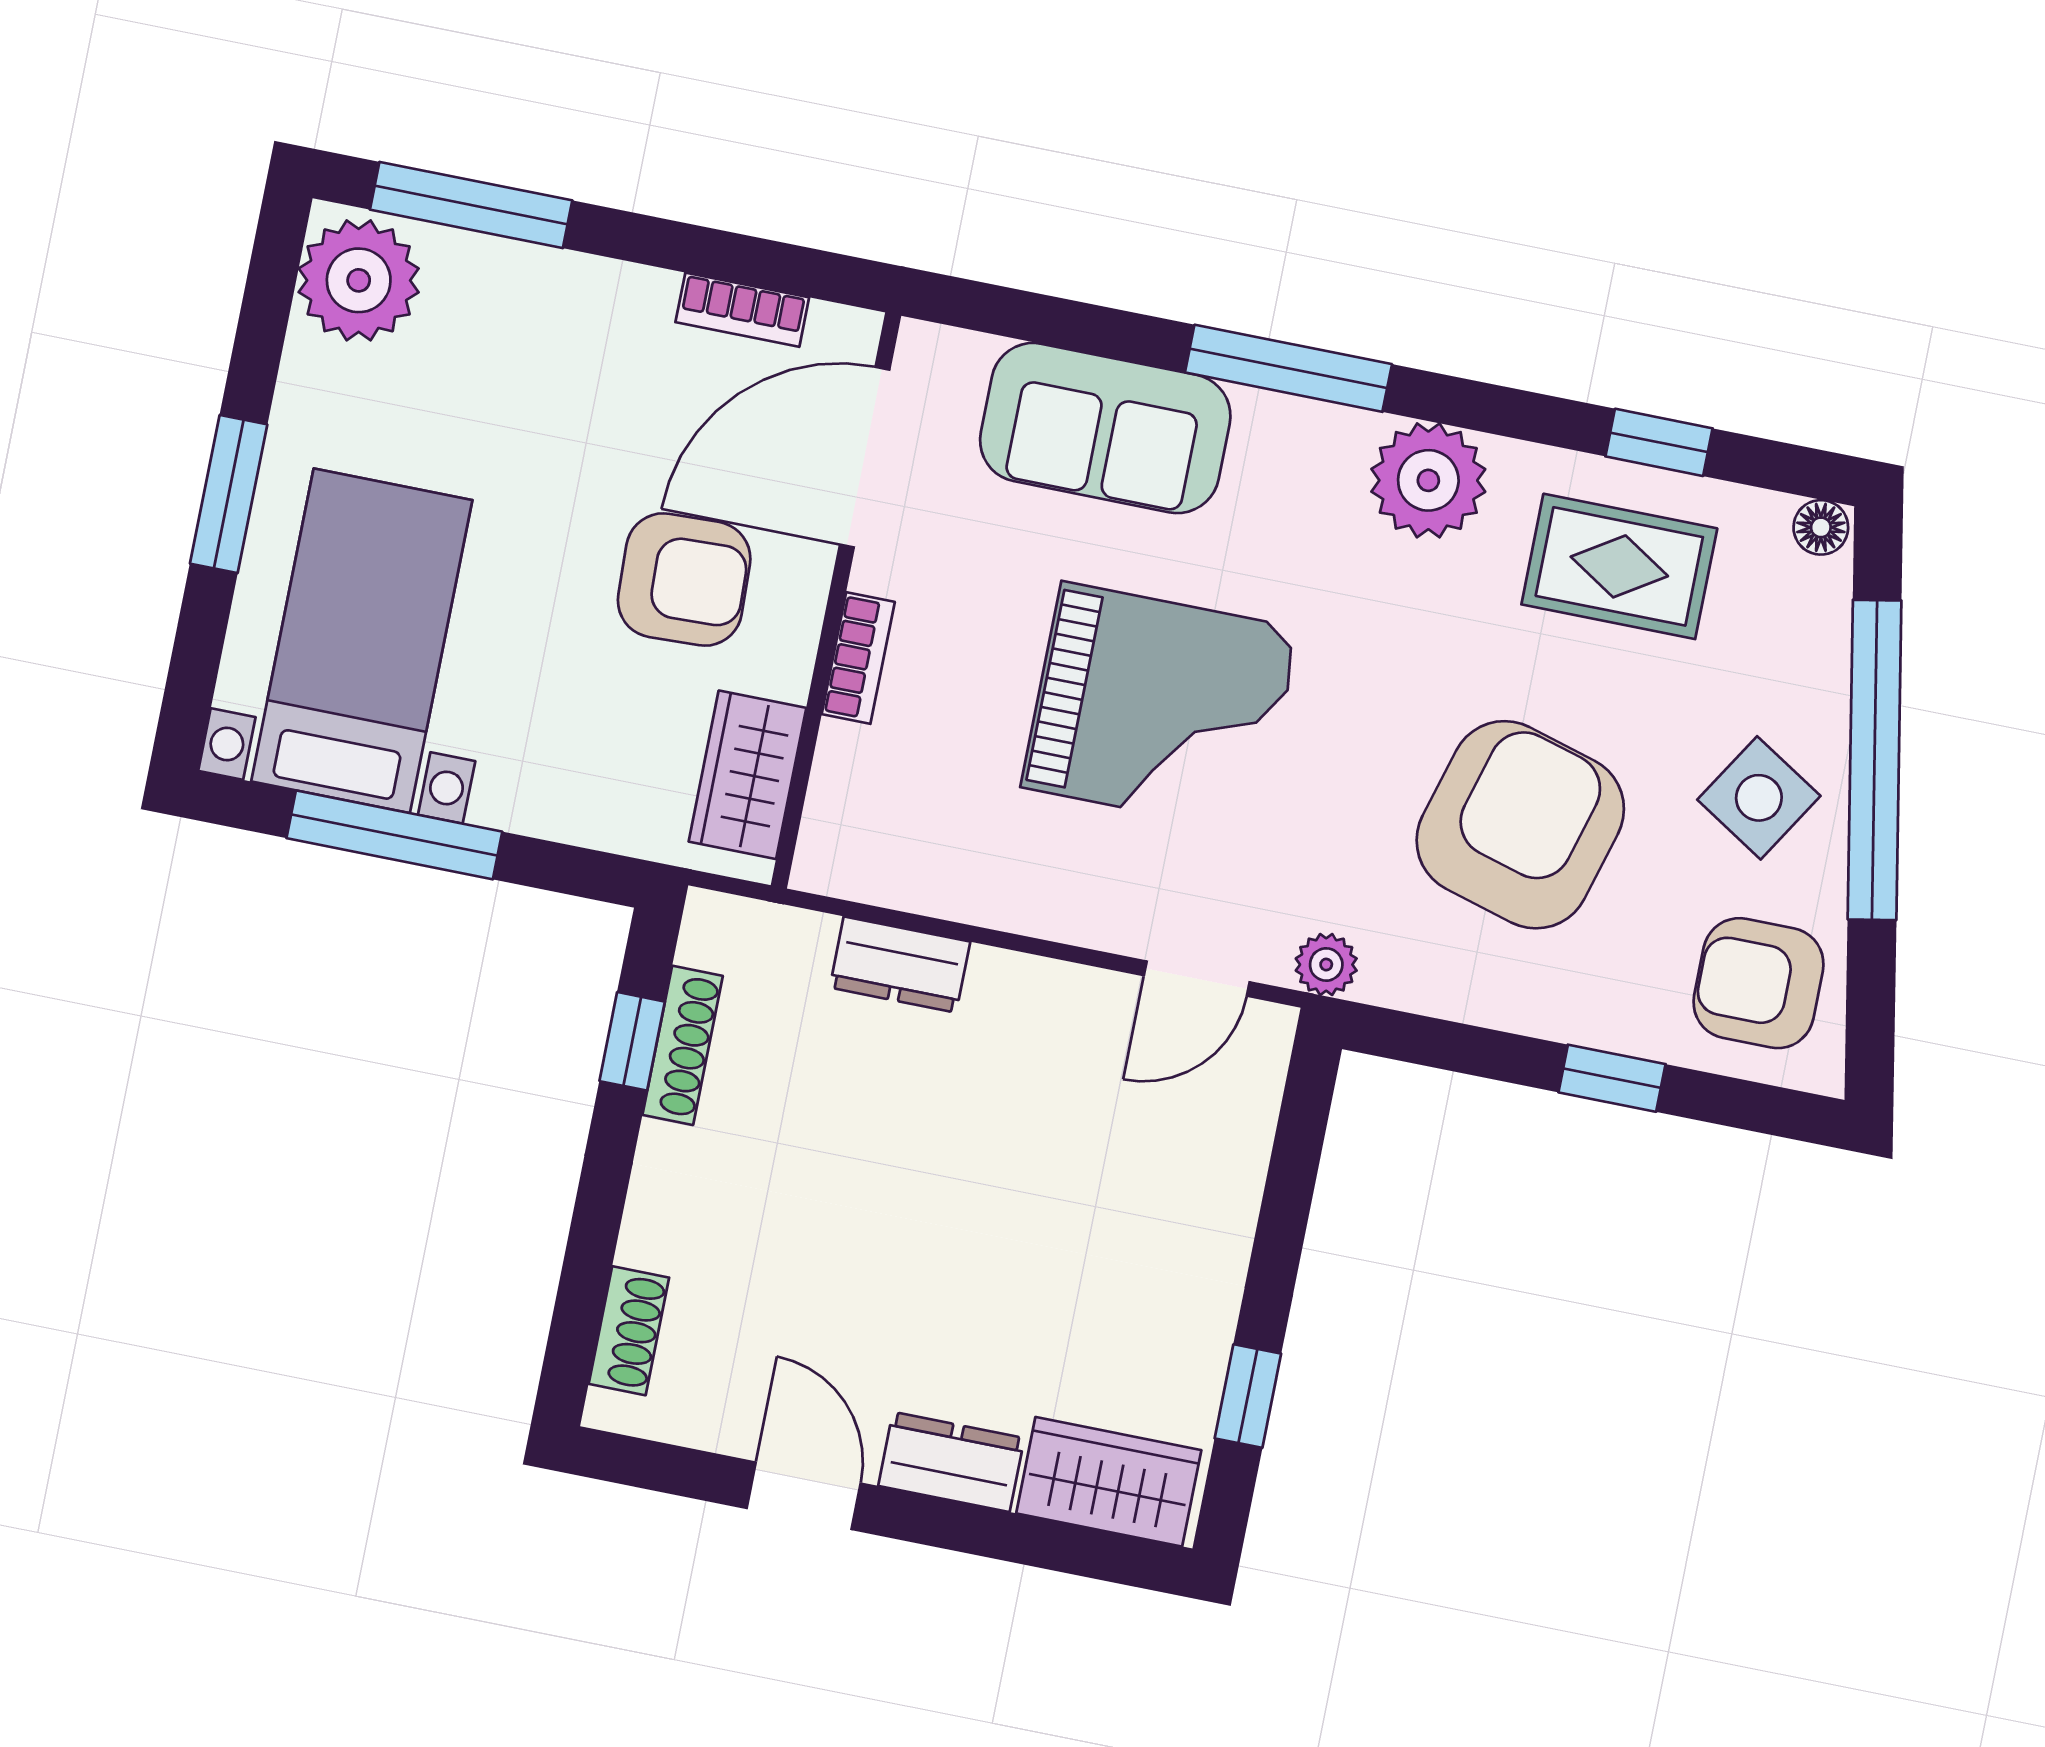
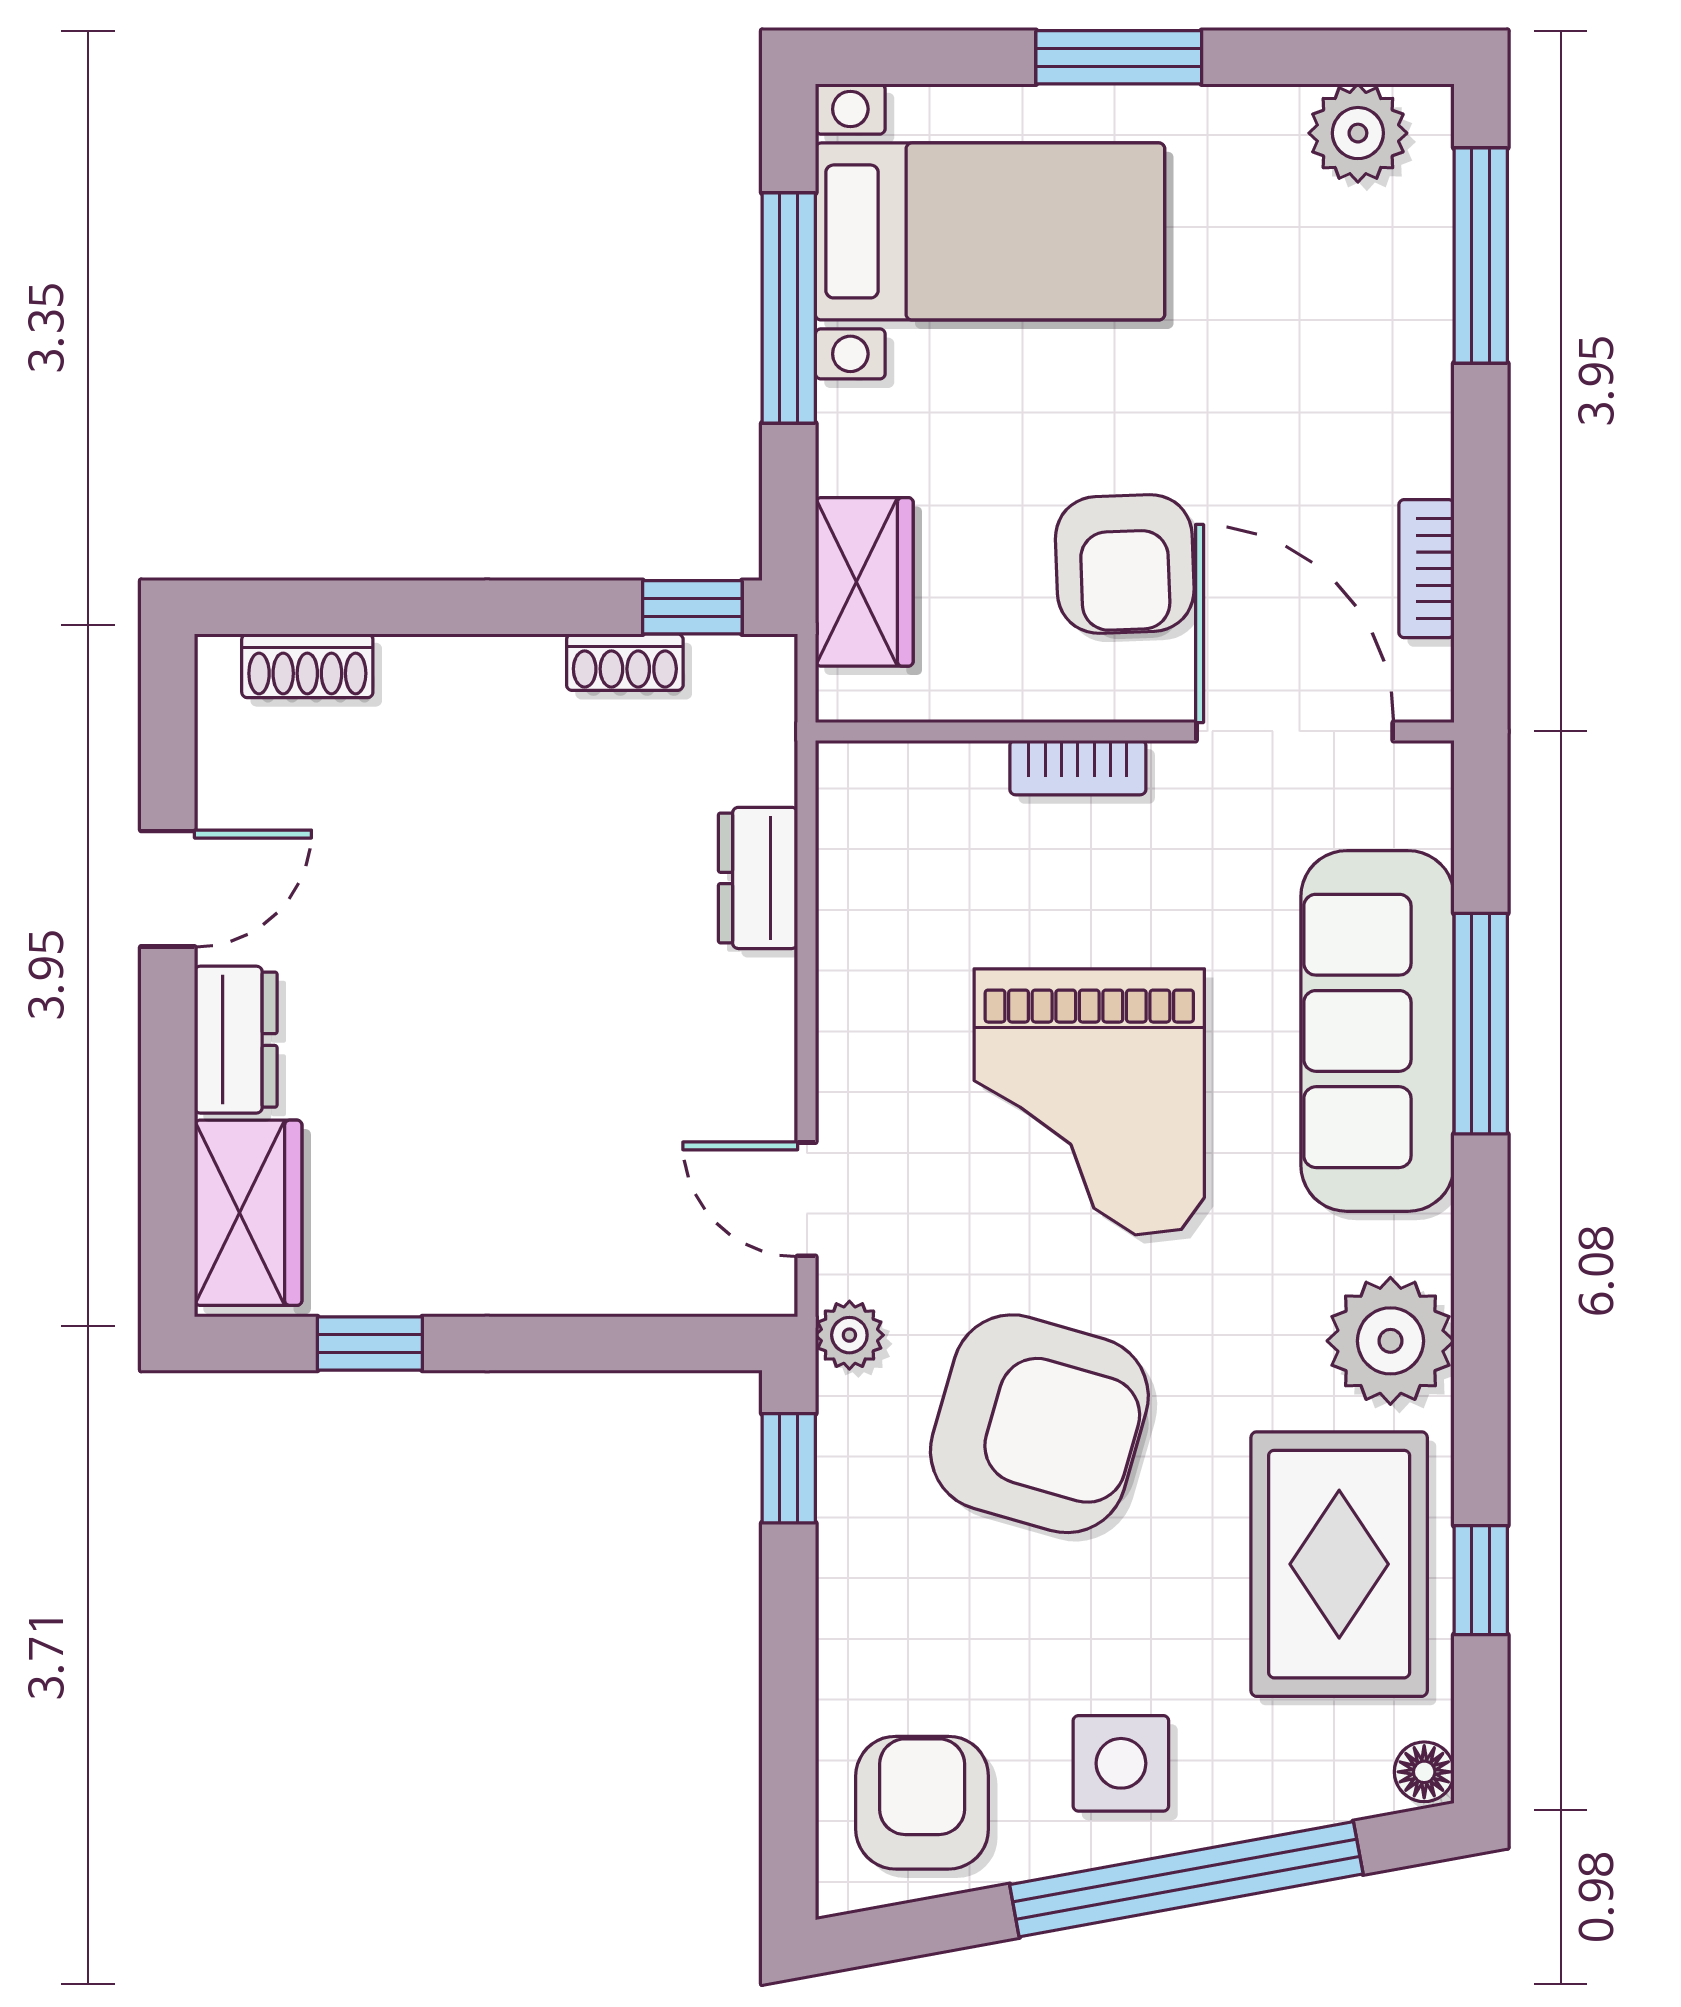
plant: (359, 280) -> (1358, 133), width x0.73, depth x0.73
window: (1288, 368) -> (1481, 1024), moved
sofa: (1105, 428) -> (1377, 1031), width x1.36
rug: (1619, 566) -> (1339, 1564), width x1.36, depth x1.43
wardrobe: (747, 775) -> (864, 582), moved, turned 90
side table: (1759, 798) -> (1121, 1763), turned -32
armchair: (1520, 825) -> (1039, 1424), moved
window: (632, 1041) -> (692, 607), moved
shoe rack: (683, 1045) -> (625, 662), width x0.70
window: (1612, 1078) -> (789, 1468), moved

